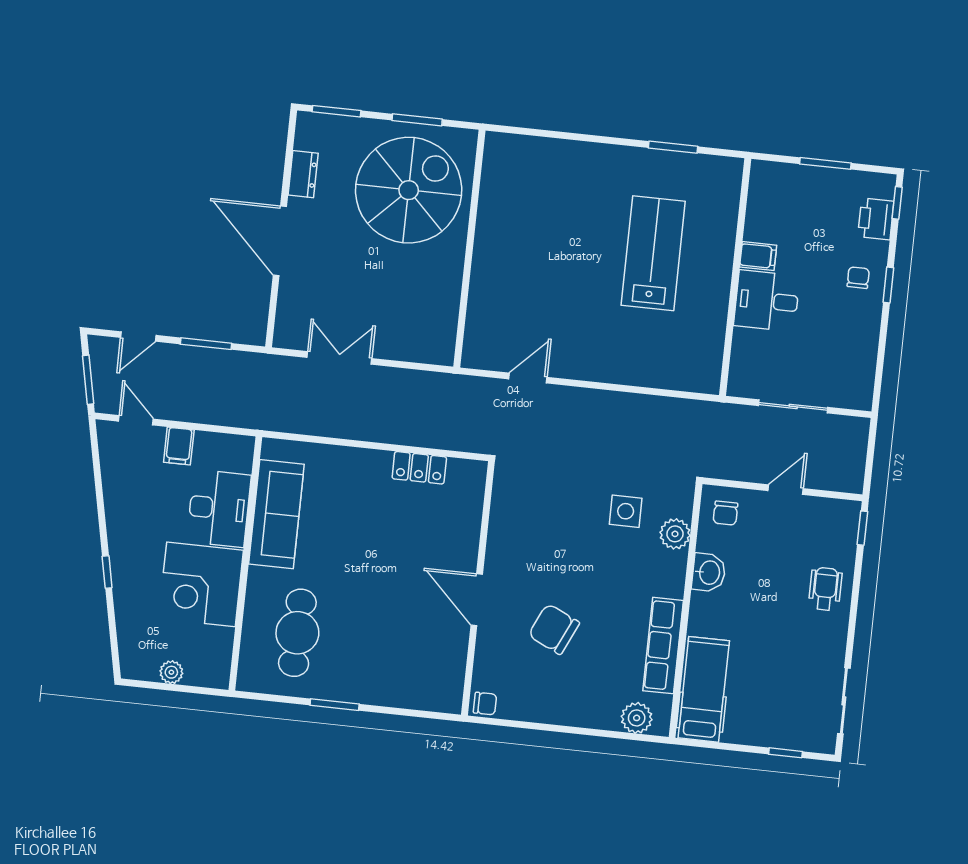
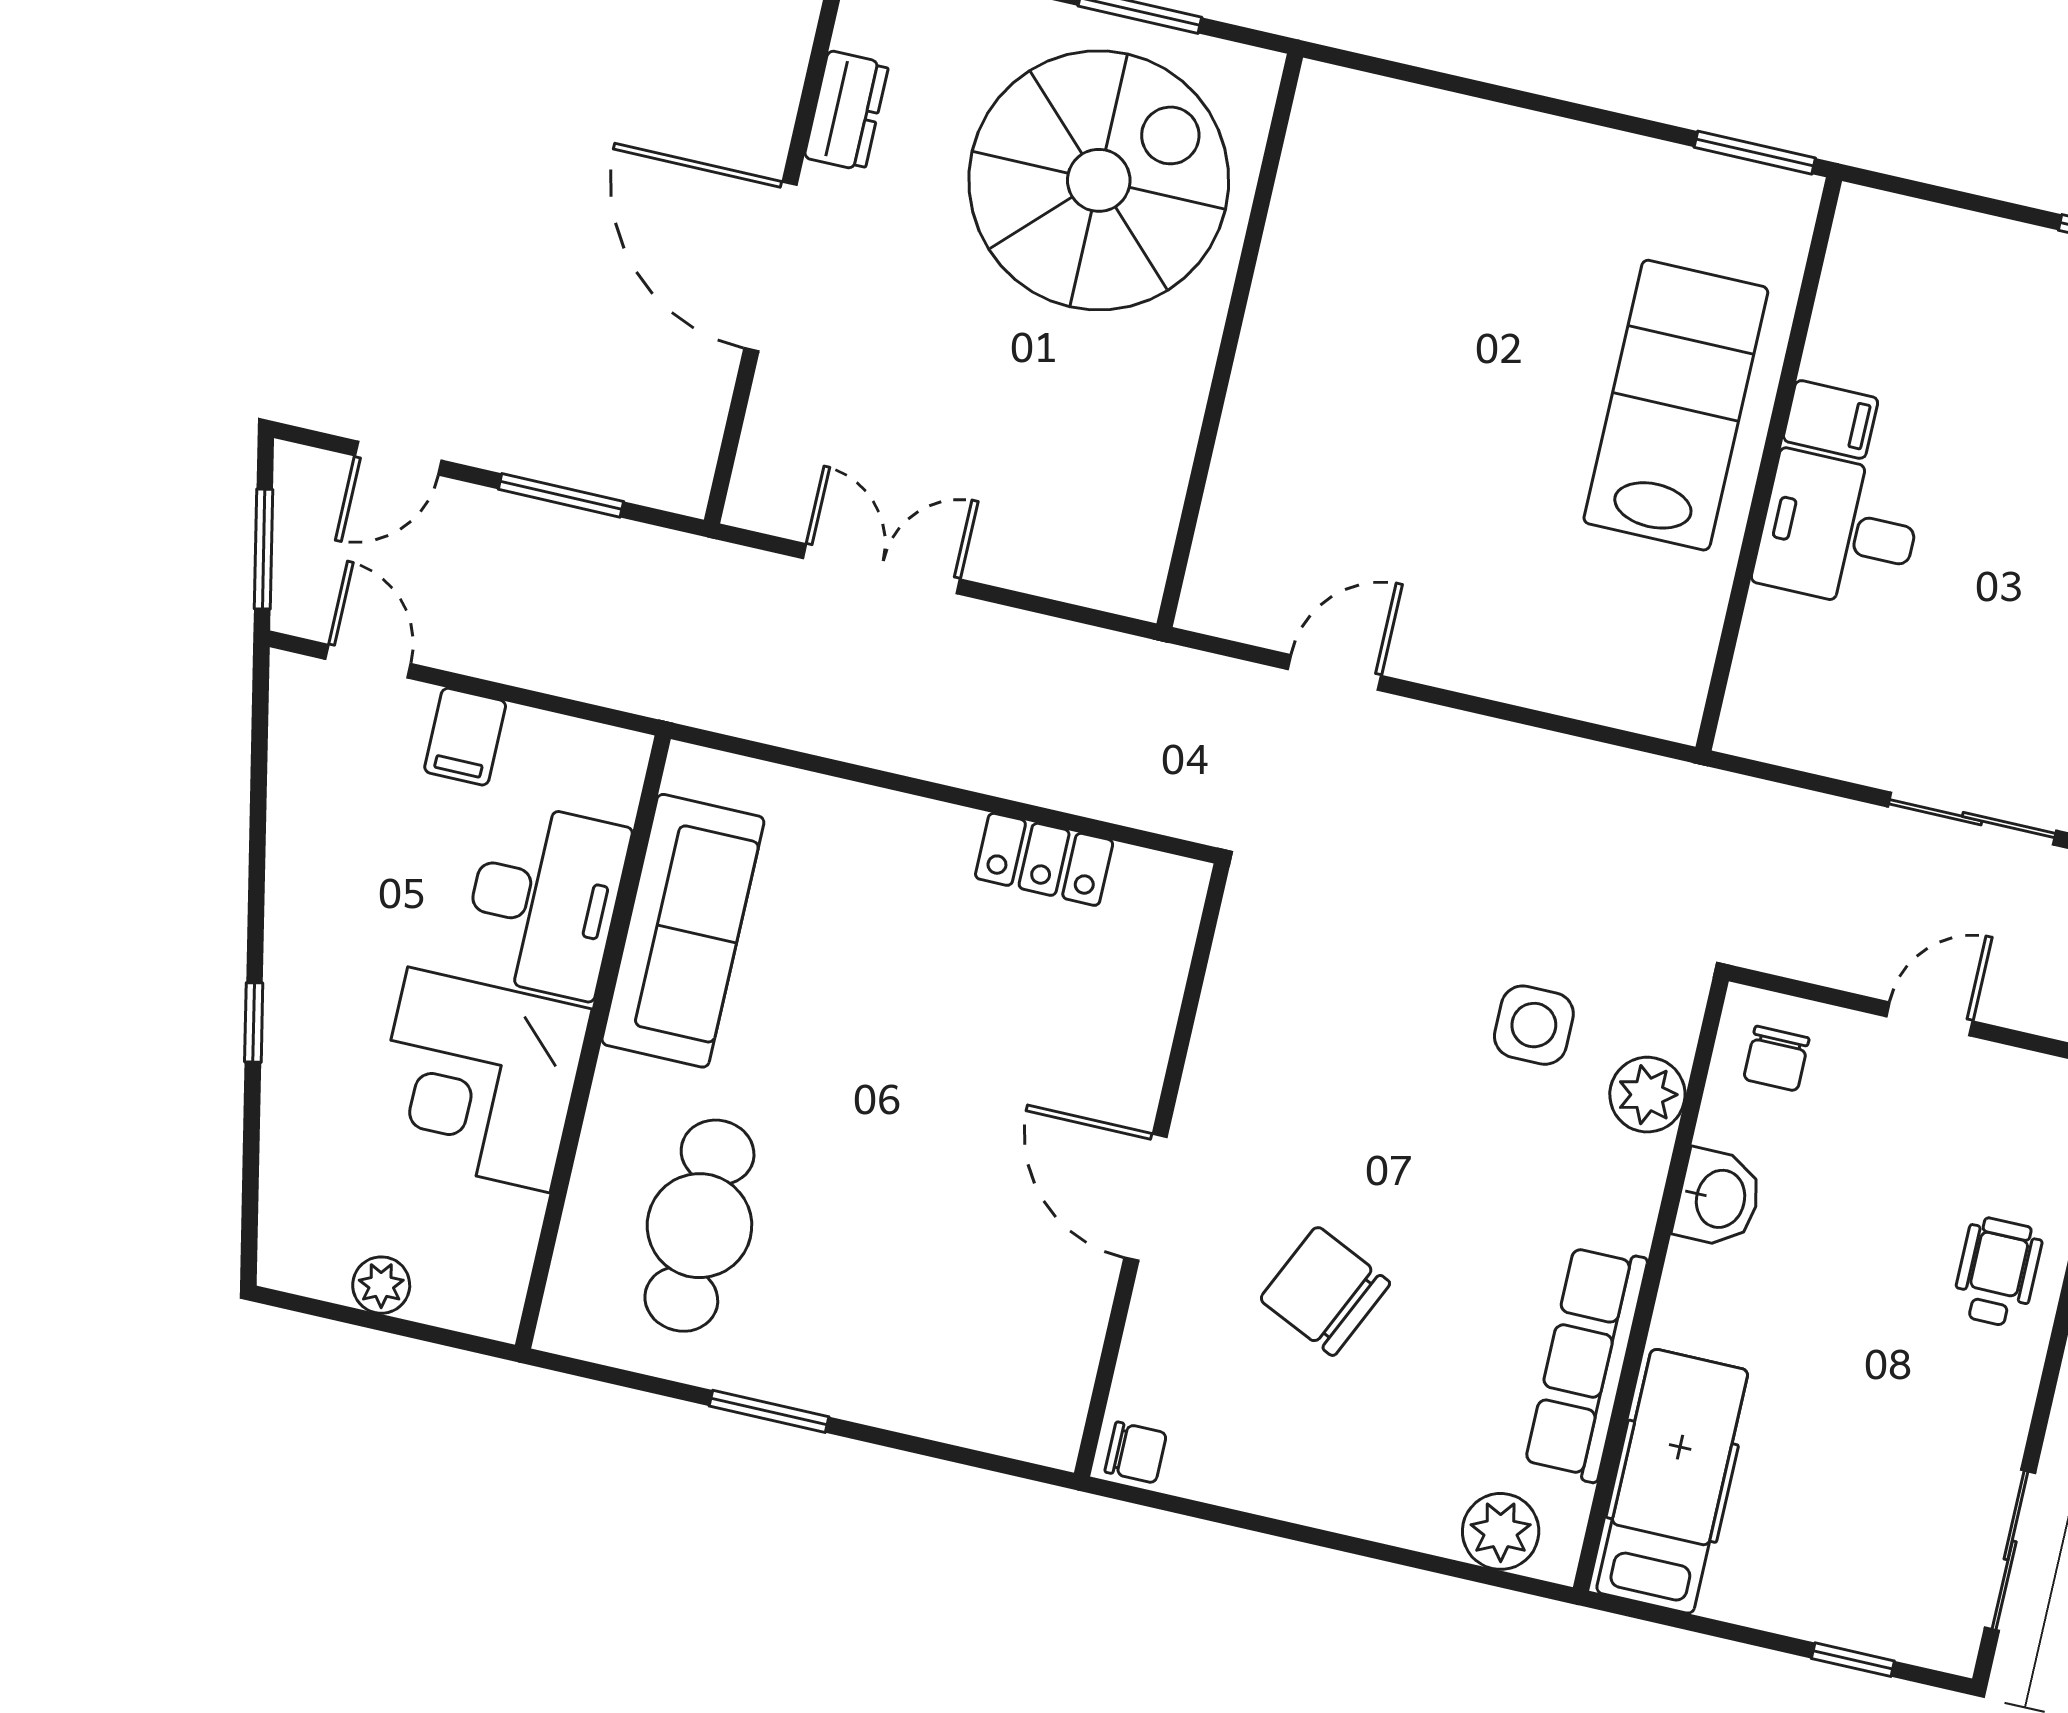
filing cabinet: (758, 256) -> (1831, 419), moved
wall: (735, 277) -> (1769, 464), moved
desk: (767, 301) -> (1839, 531), moved

